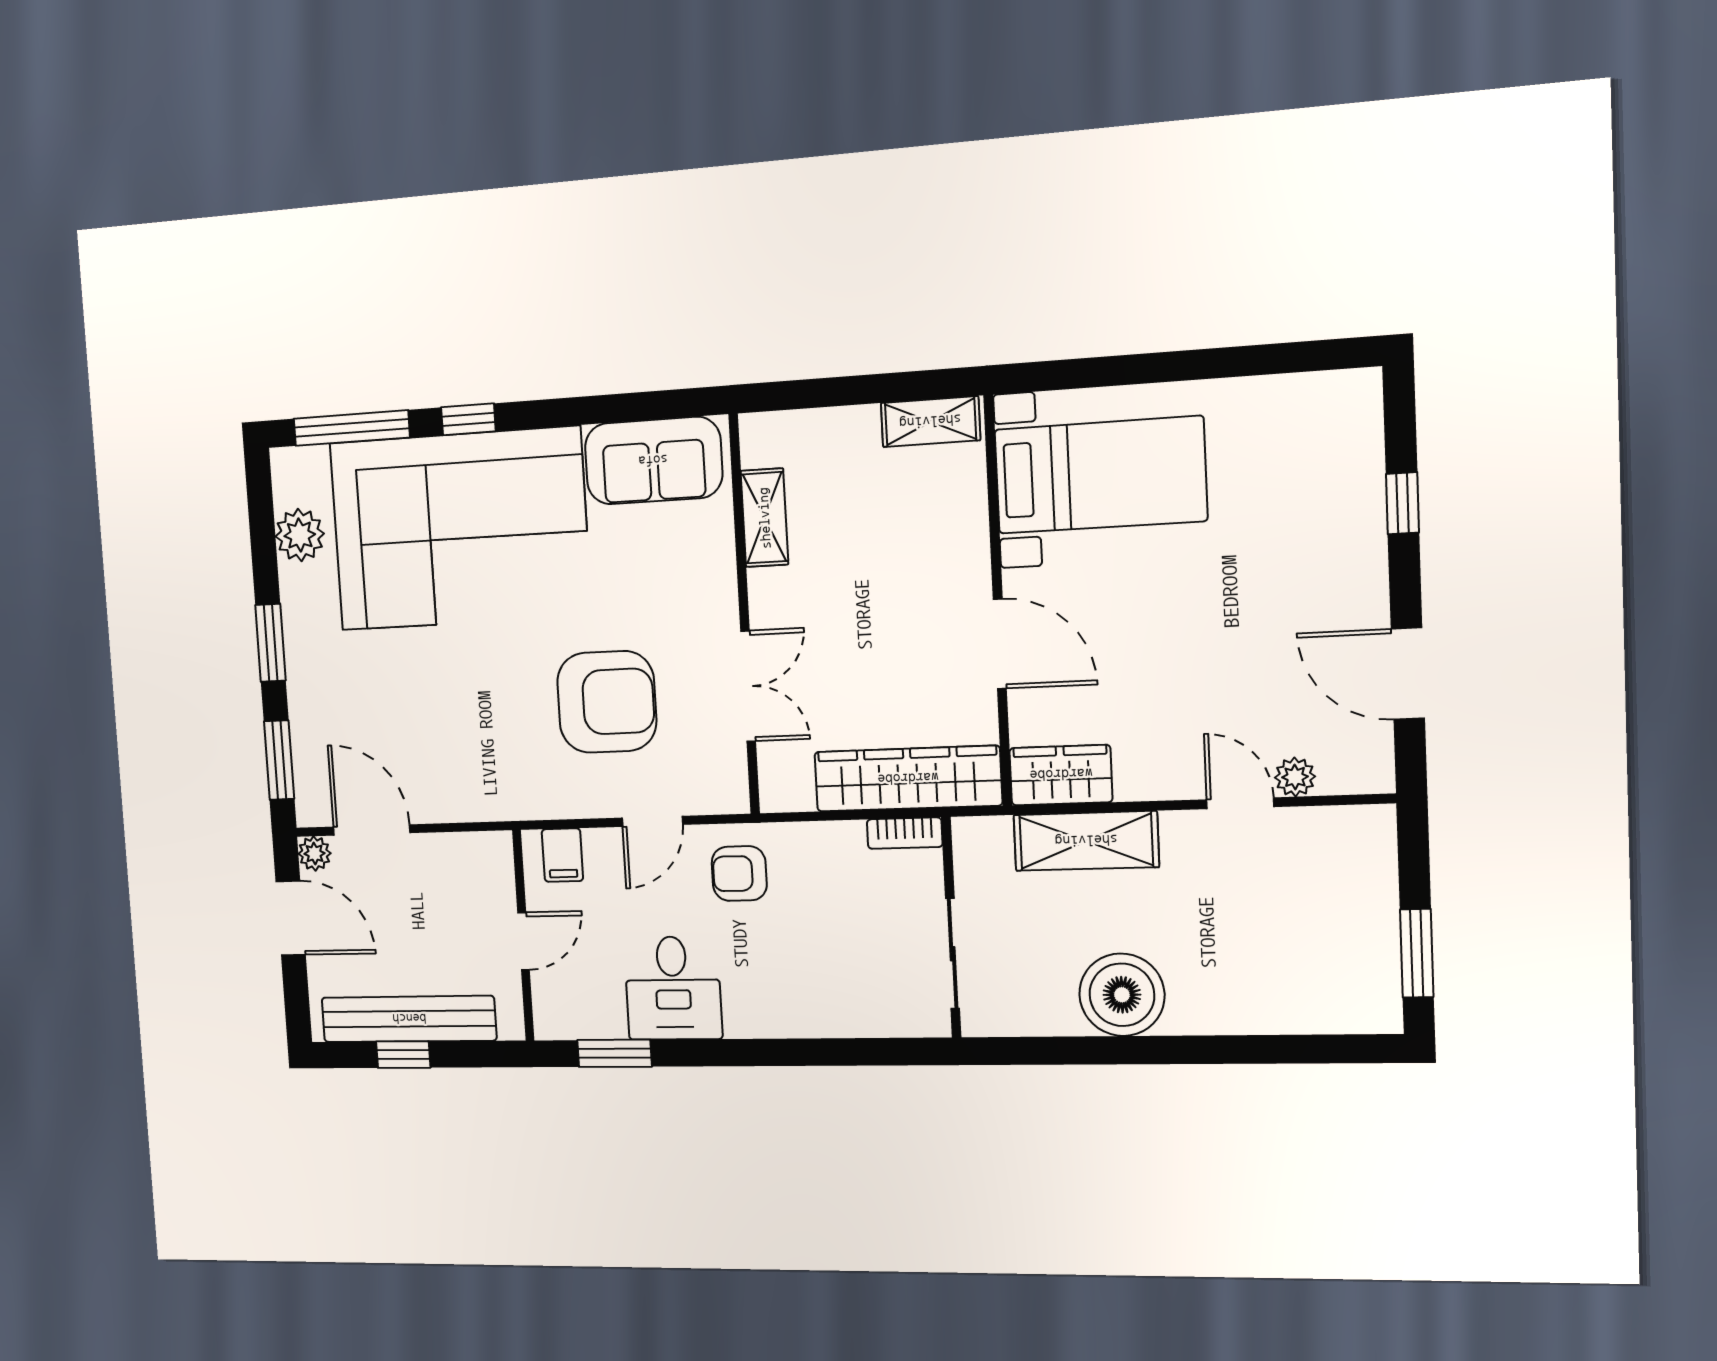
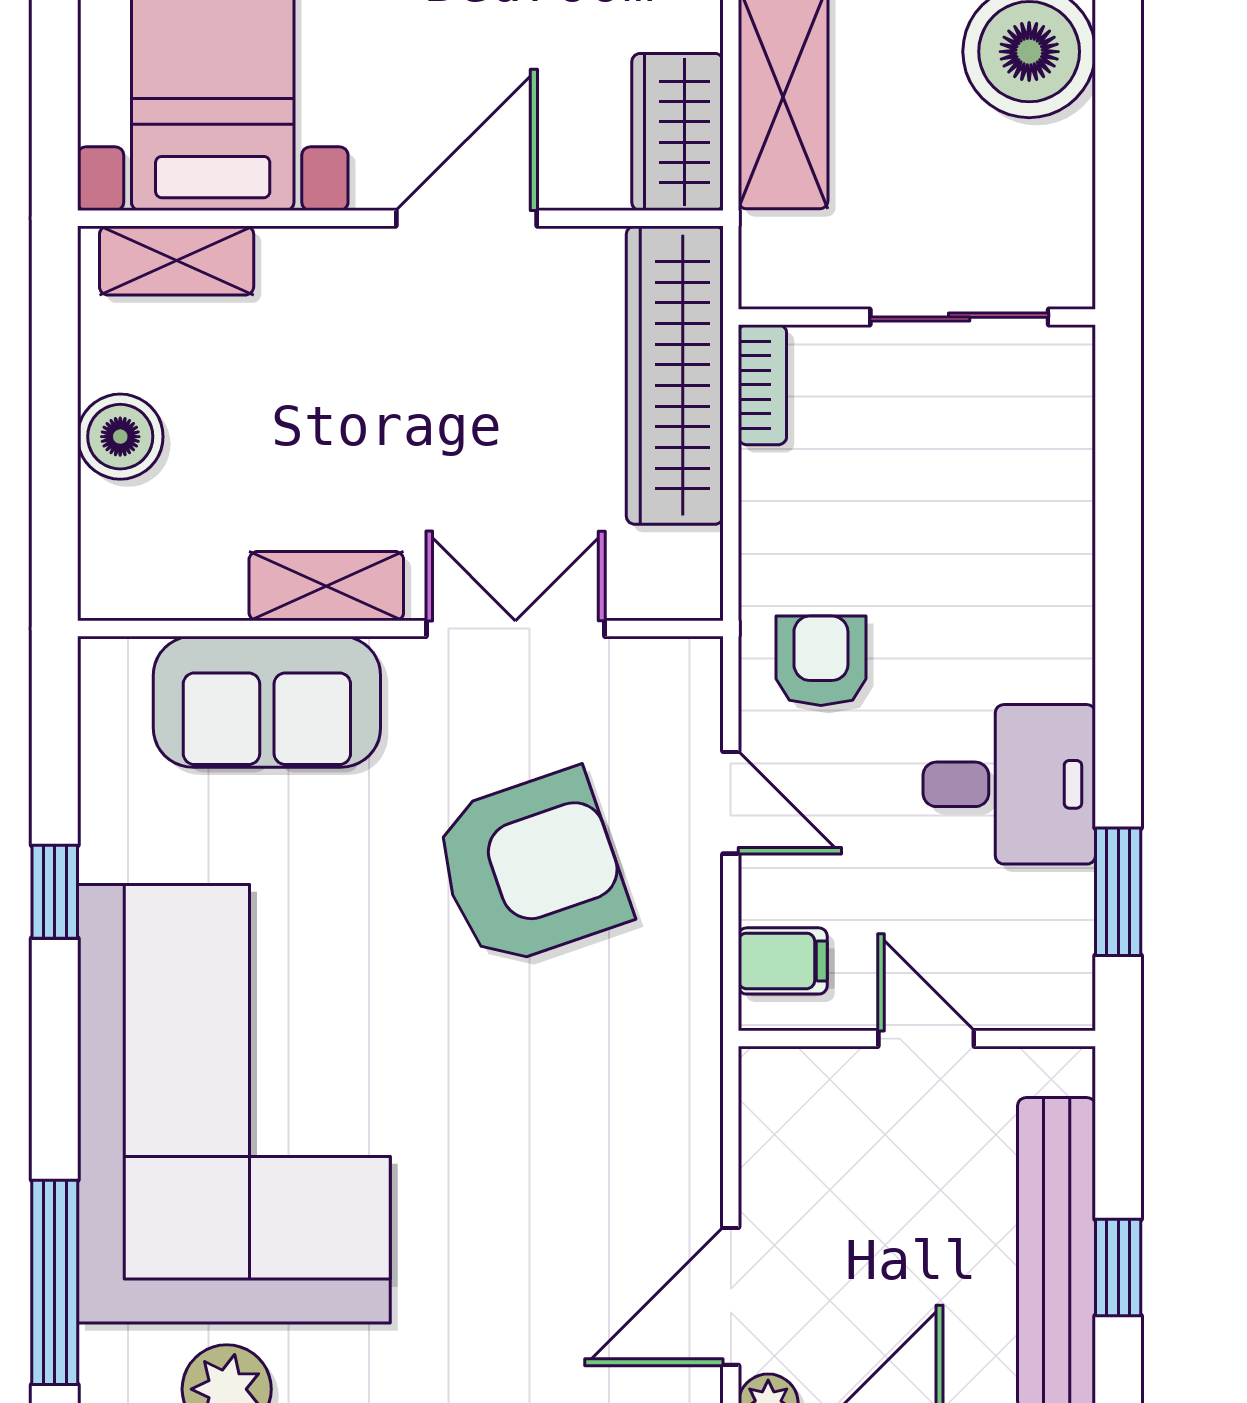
window: (468, 419) -> (55, 892), moved
shelving: (930, 422) -> (177, 260), moved, turned 90
boiler: (852, 432) -> (120, 437), added
sofa: (653, 461) -> (267, 702), moved, turned 90
shelving: (764, 518) -> (326, 586), moved
armchair: (607, 702) -> (531, 868), turned 71
armchair: (739, 873) -> (821, 661), turned 180

